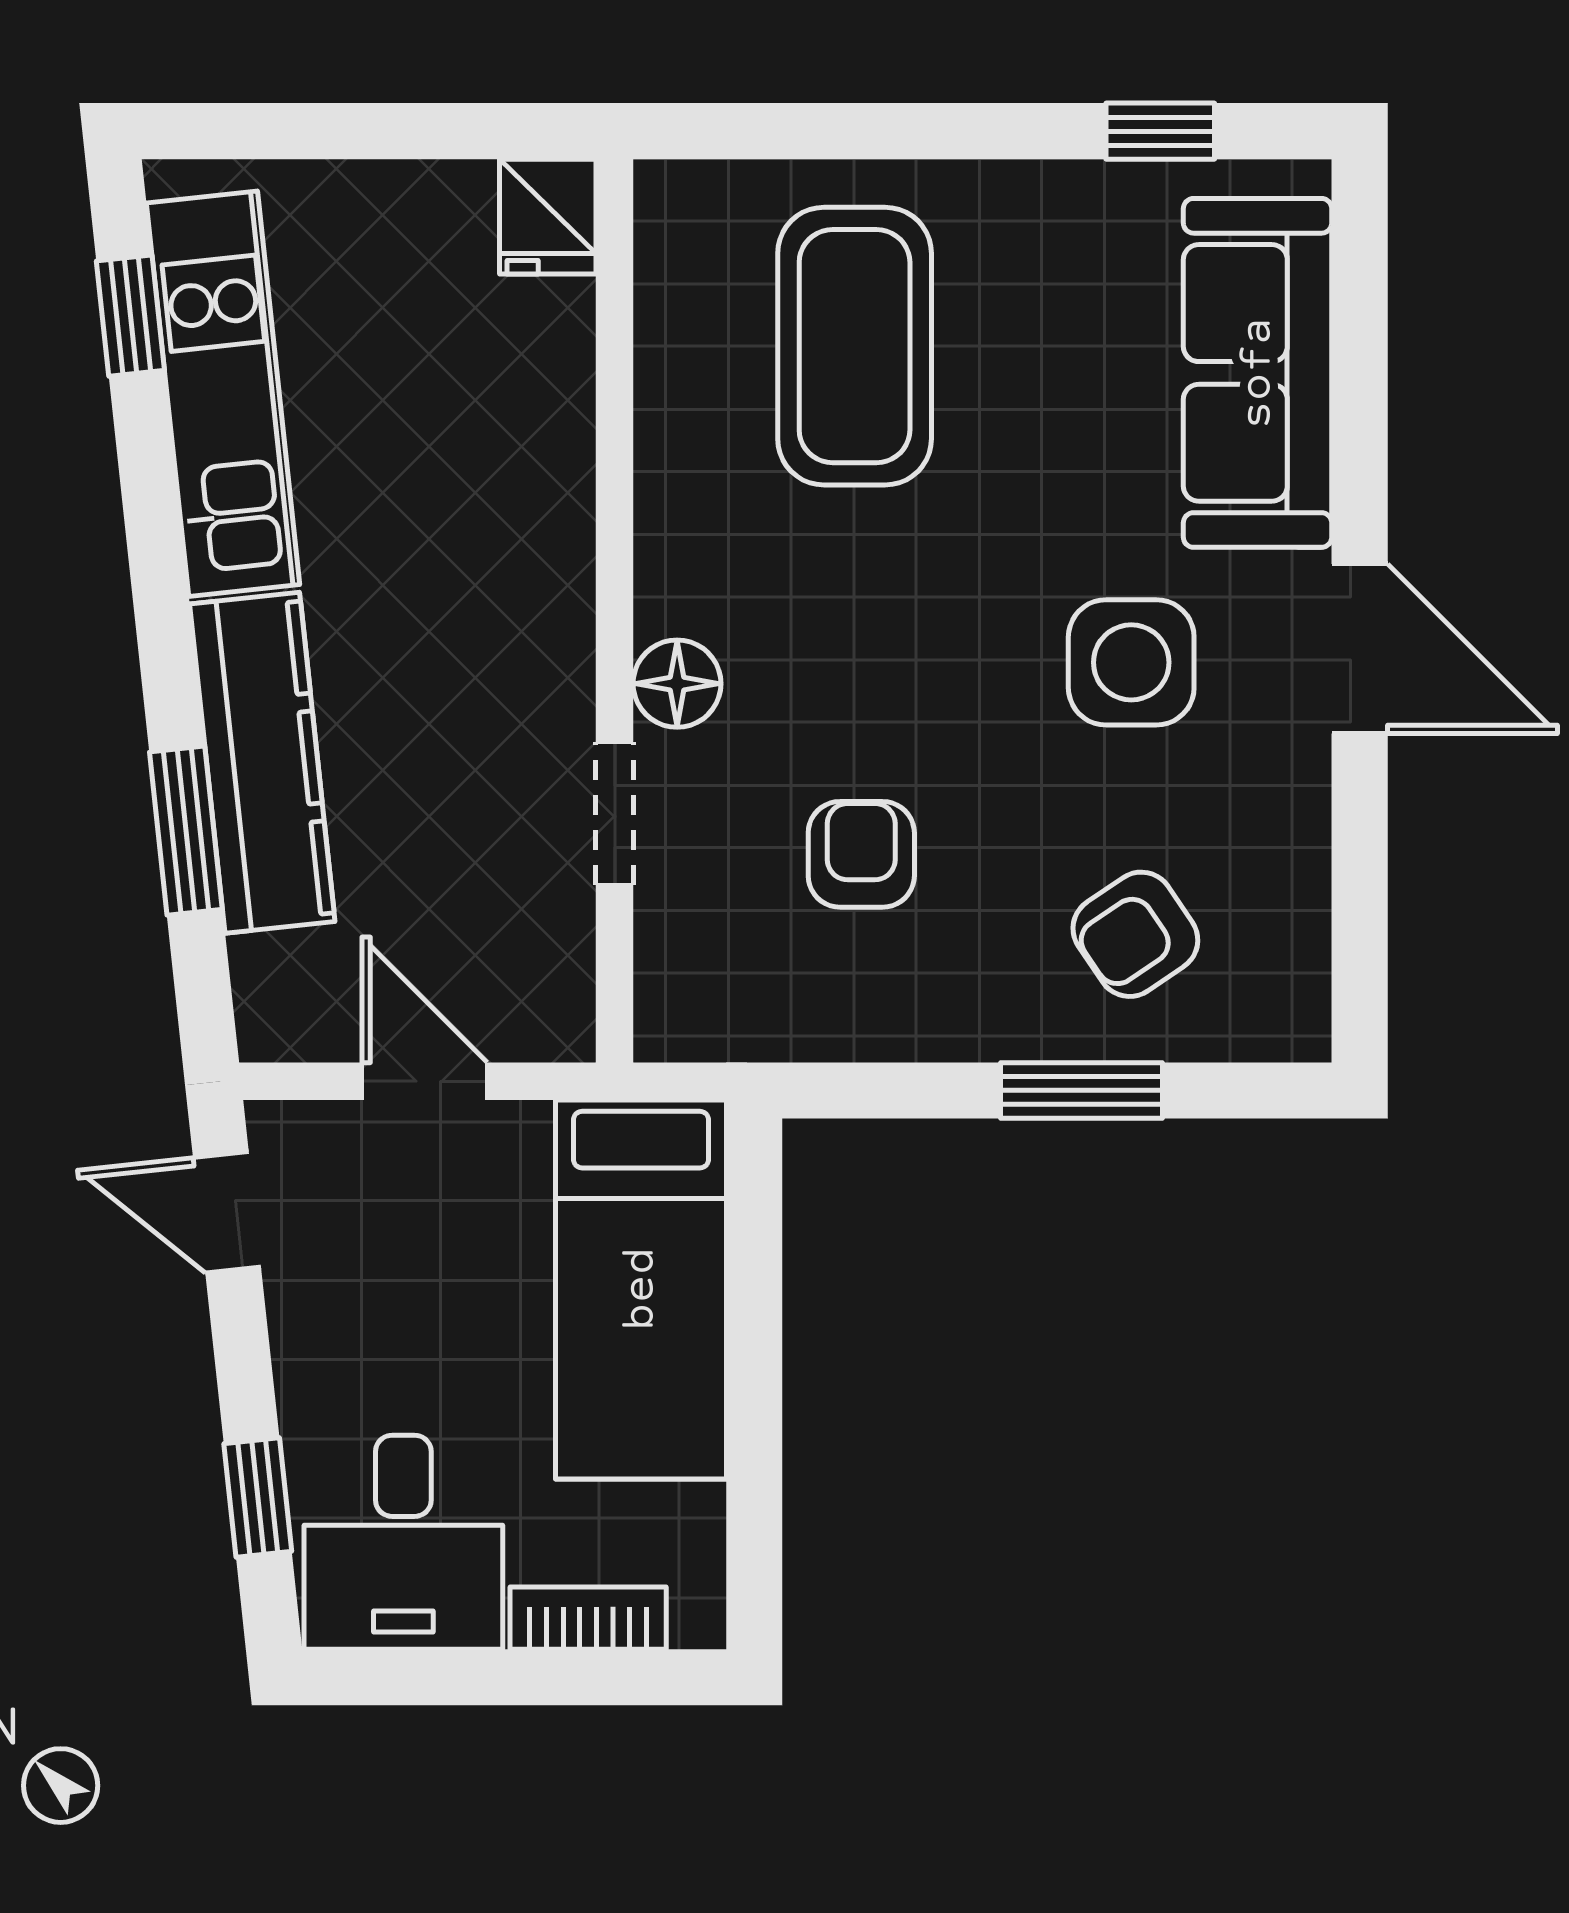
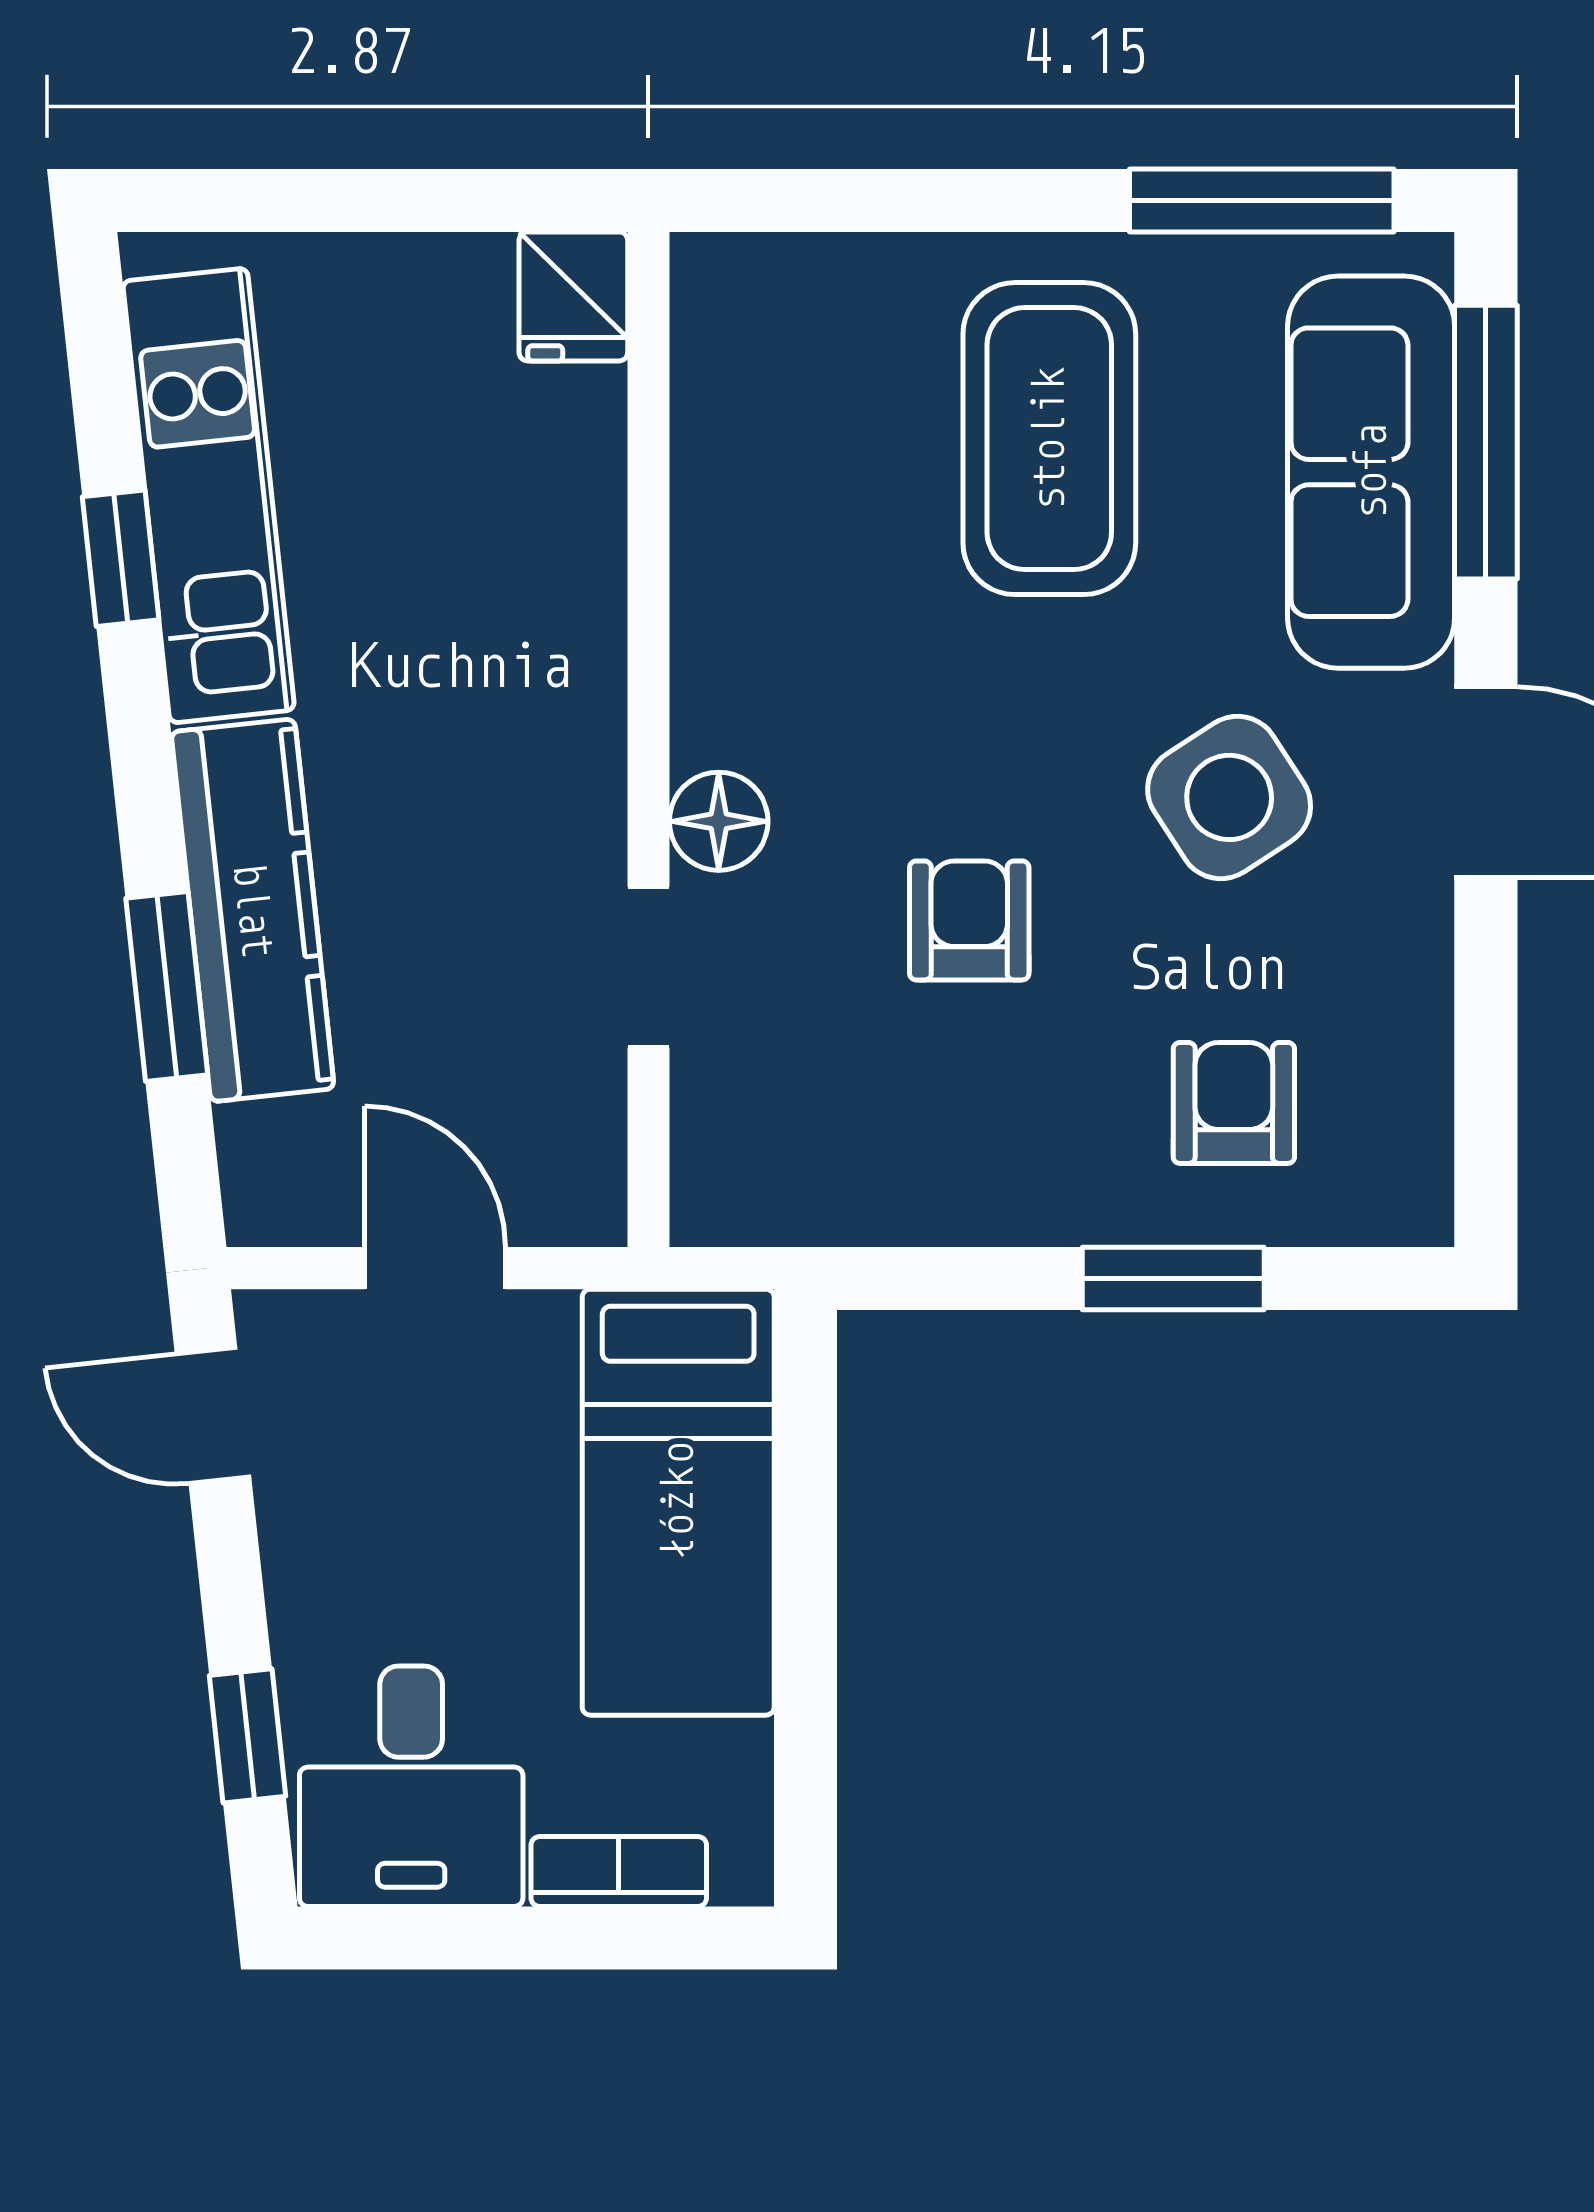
window: (1160, 131) -> (1262, 200), width x2.17
window: (130, 316) -> (121, 558), moved
coffee table: (855, 346) -> (1049, 439), moved
window: (1360, 346) -> (1486, 442), added
side table: (1131, 662) -> (1229, 797), turned -33
armchair: (861, 854) -> (969, 920), moved
armchair: (1135, 934) -> (1234, 1103), turned 124

